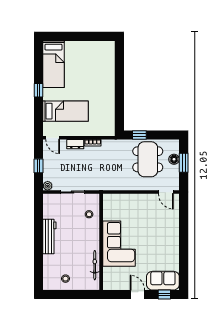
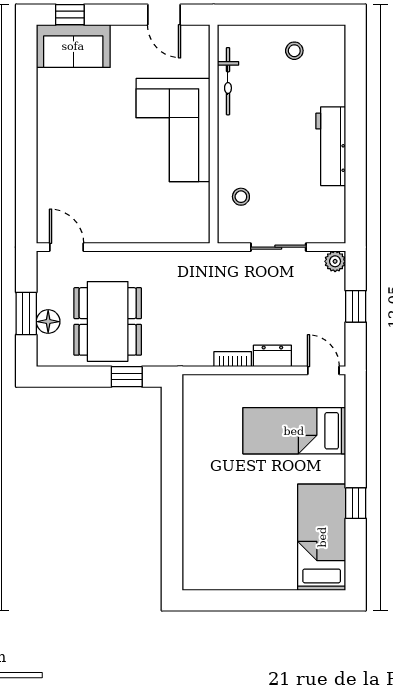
window: (39, 90) -> (356, 503), moved
door: (137, 295) -> (164, 15), moved

